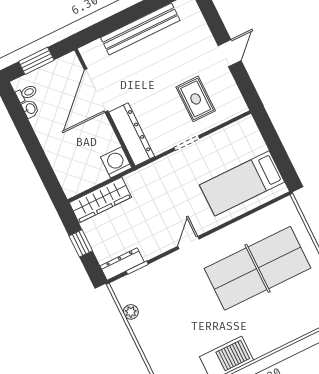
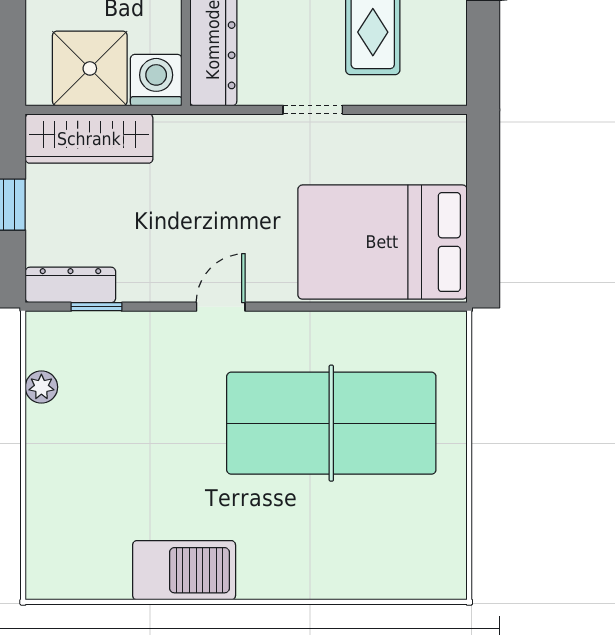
shower: (86, 171) -> (90, 68), added
bed: (242, 183) -> (382, 242), width x1.50

